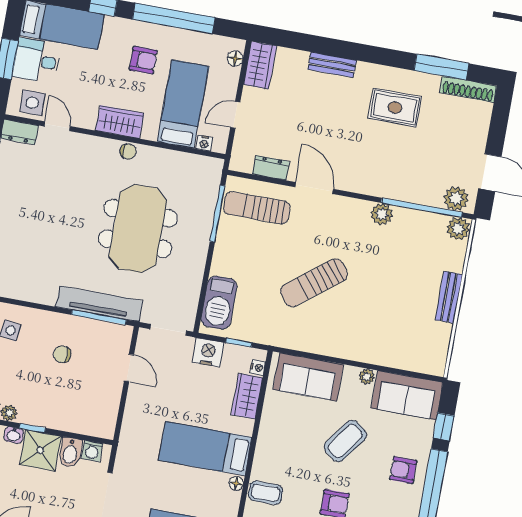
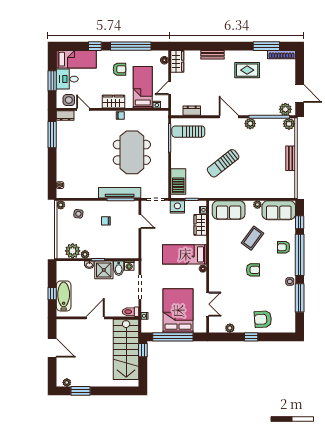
door: (314, 188) -> (229, 117), moved
coffee table: (266, 493) -> (218, 271), removed

